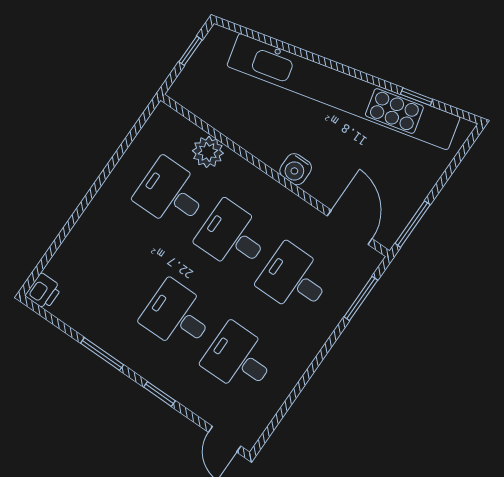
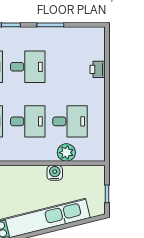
water cooler: (296, 169) -> (55, 173), moved
printer: (44, 291) -> (98, 69), moved

